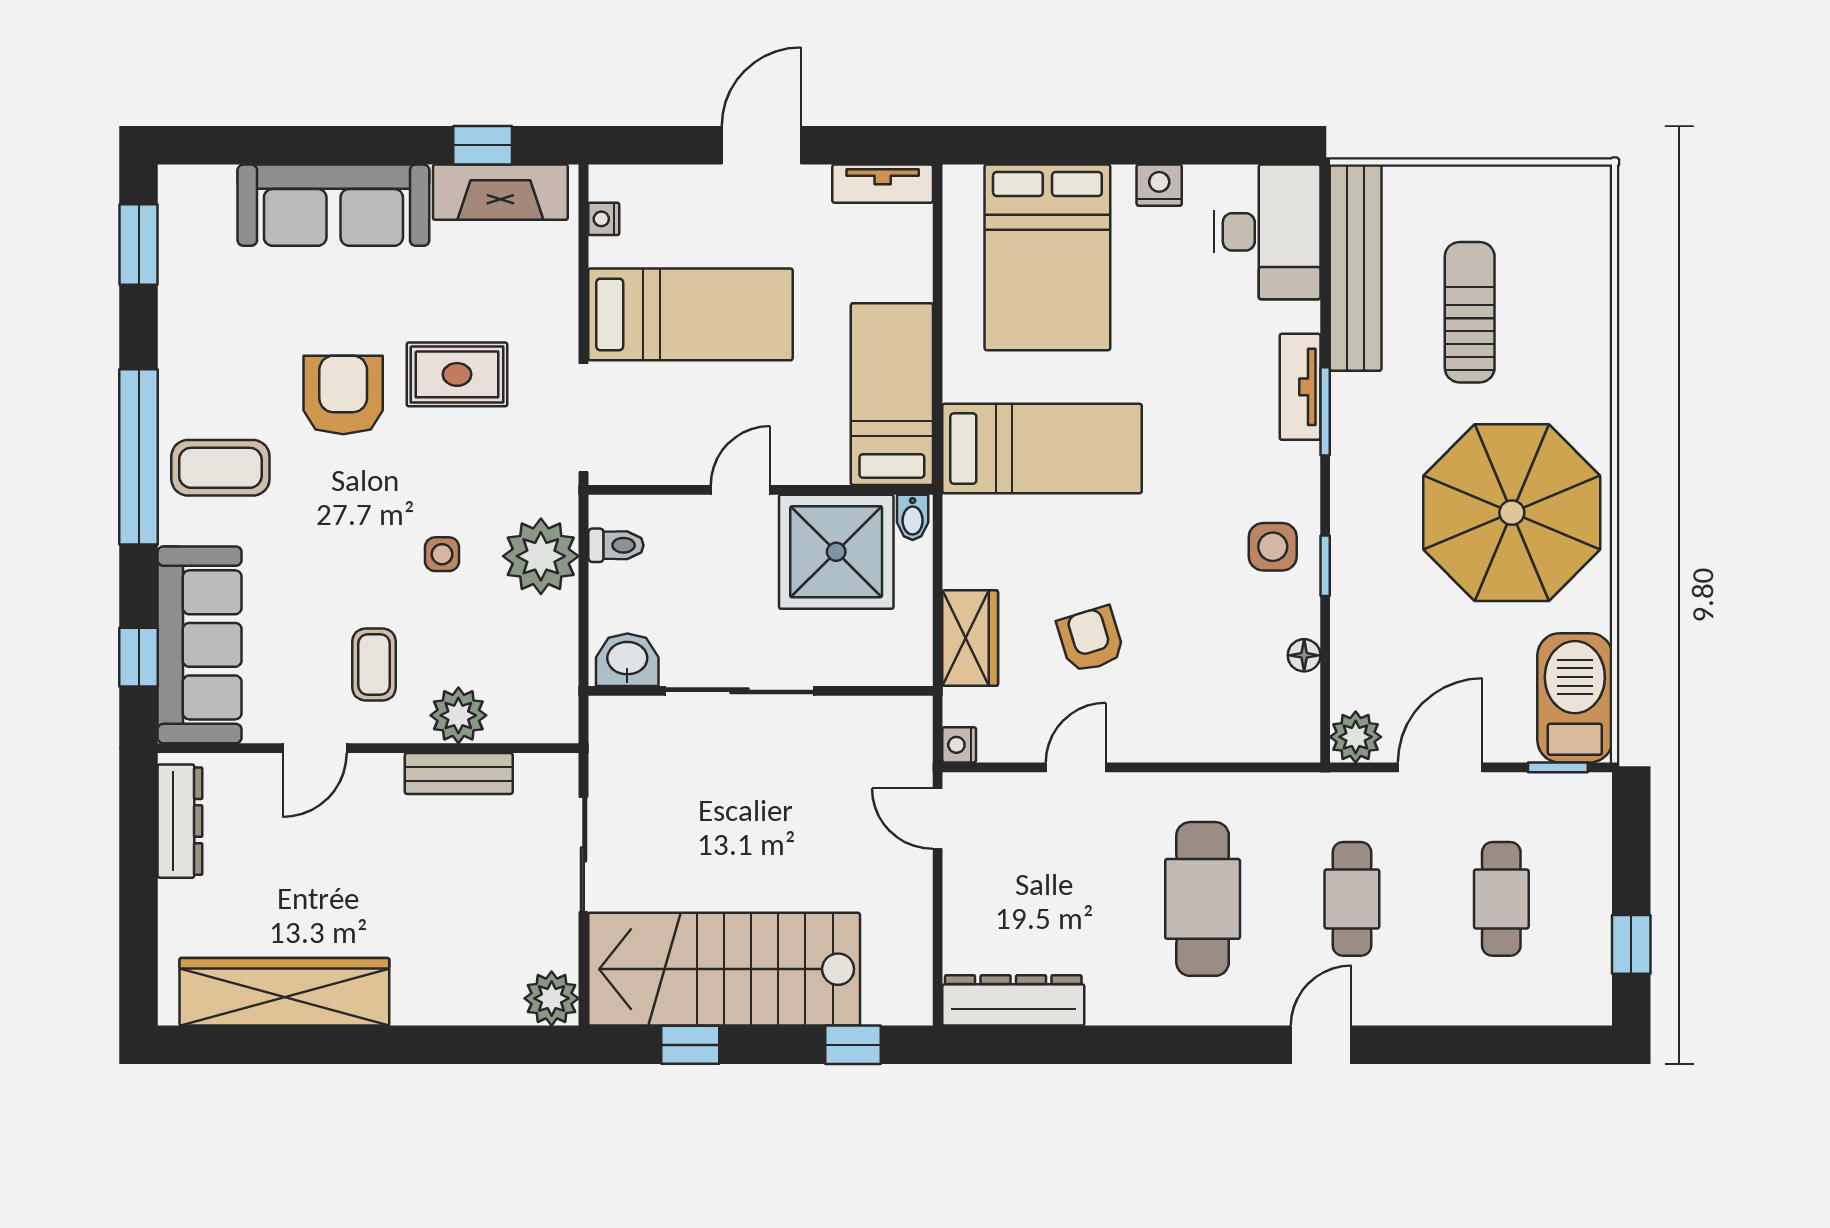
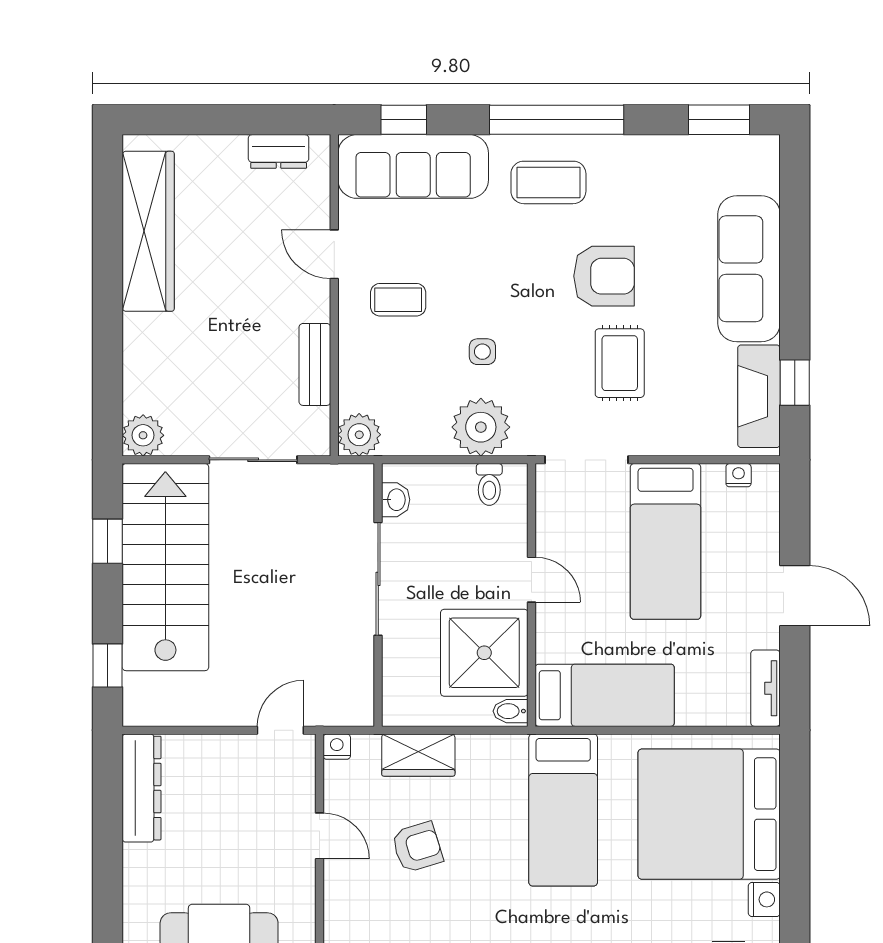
bed: (1047, 257) -> (709, 814), width x1.36
coffee table: (220, 468) -> (548, 182), turned 90
washbasin: (627, 660) -> (396, 500), width x0.72, depth x0.69
plant: (458, 715) -> (359, 435), moved
dresser: (180, 821) -> (279, 151), width x0.70

